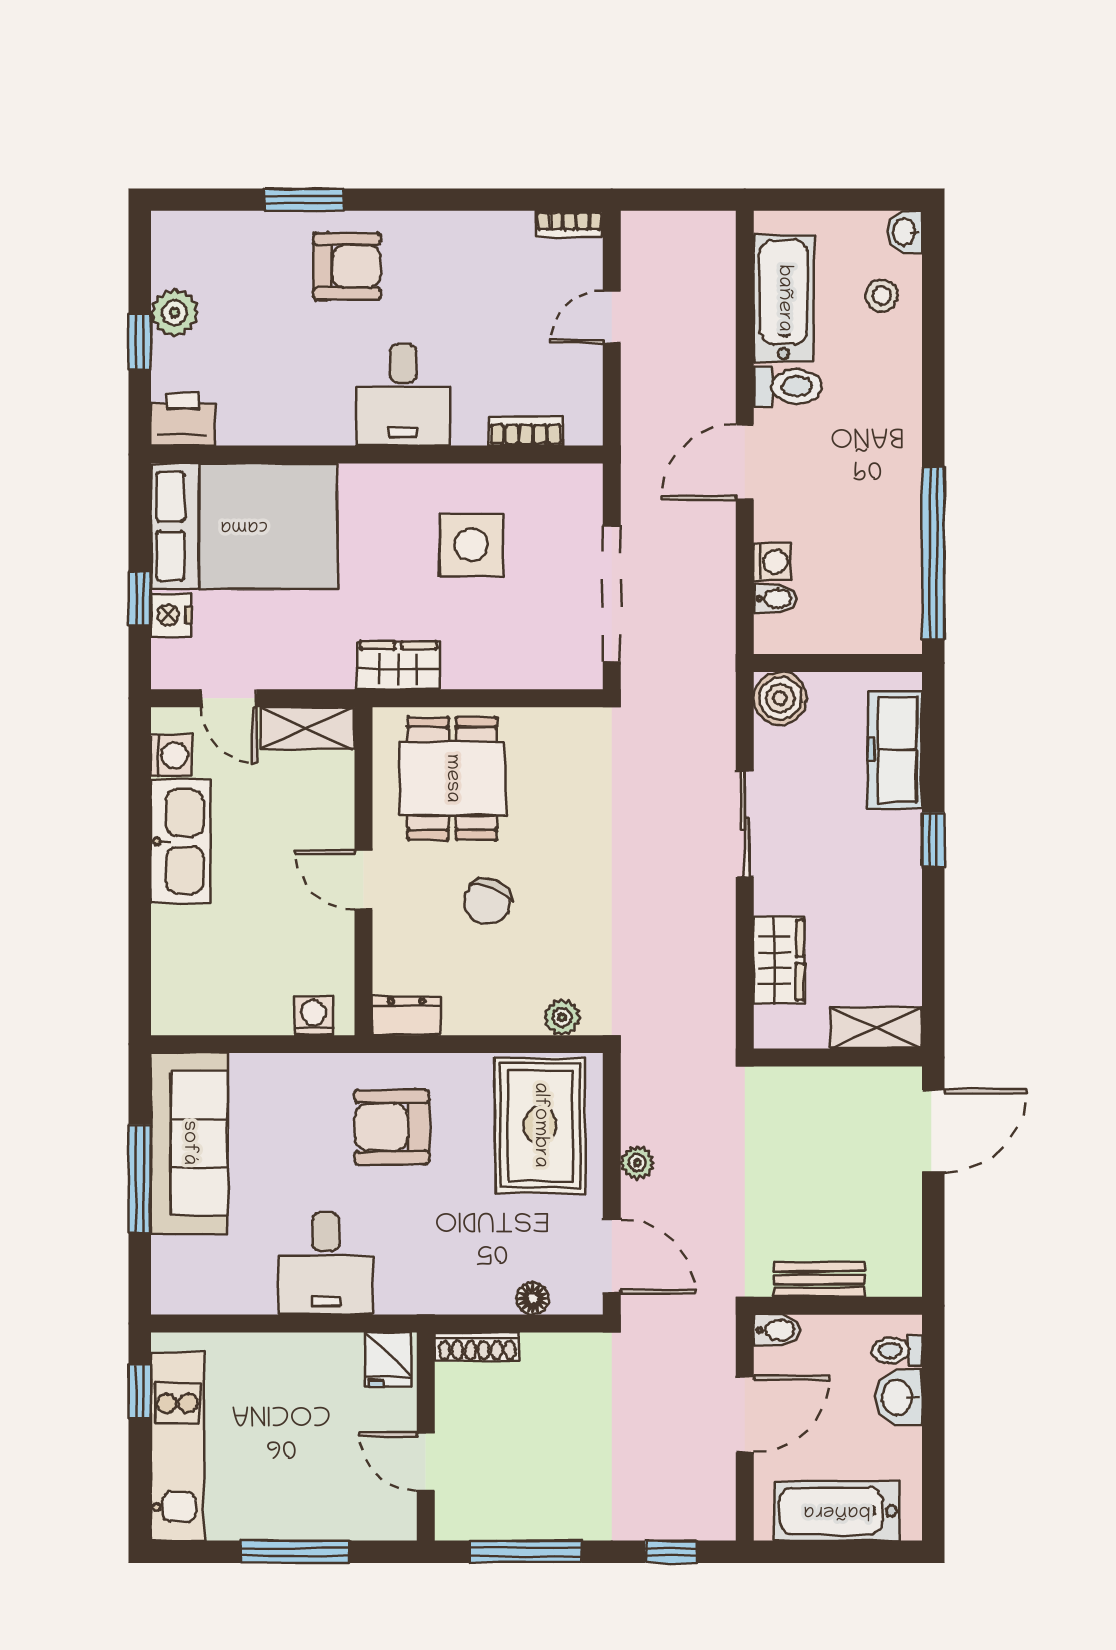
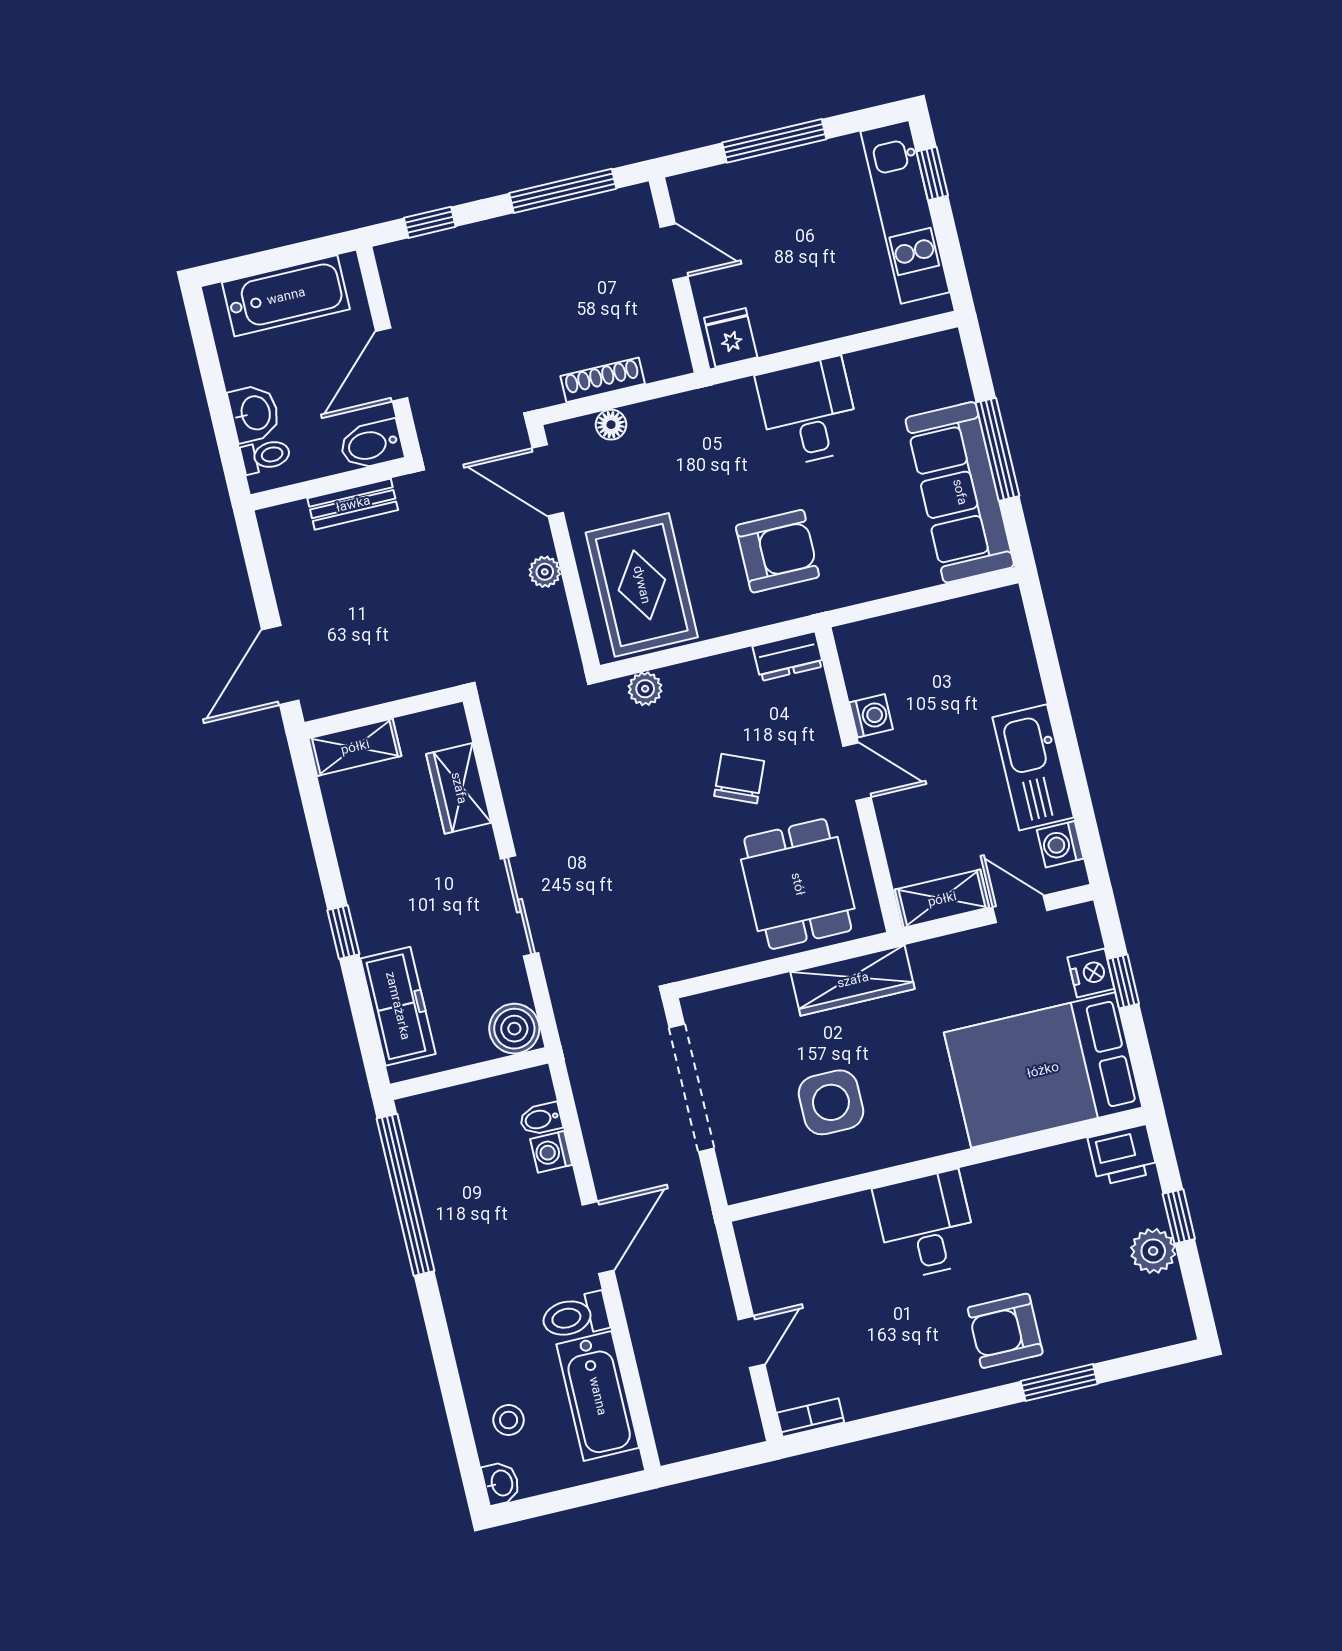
bookcase: (526, 431) -> (806, 1219), removed
wardrobe: (398, 665) -> (853, 980), width x1.50
washing machine: (313, 1016) -> (871, 716), moved, turned -90
bidet: (777, 1330) -> (371, 445), width x1.38, depth x1.36
shoe rack: (477, 1347) -> (603, 380), moved
window: (140, 1391) -> (932, 174), moved

